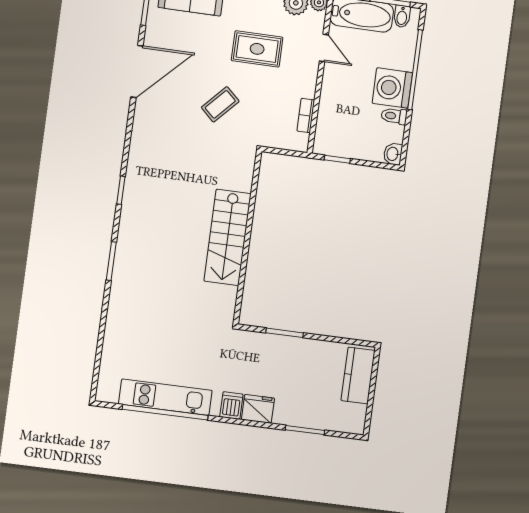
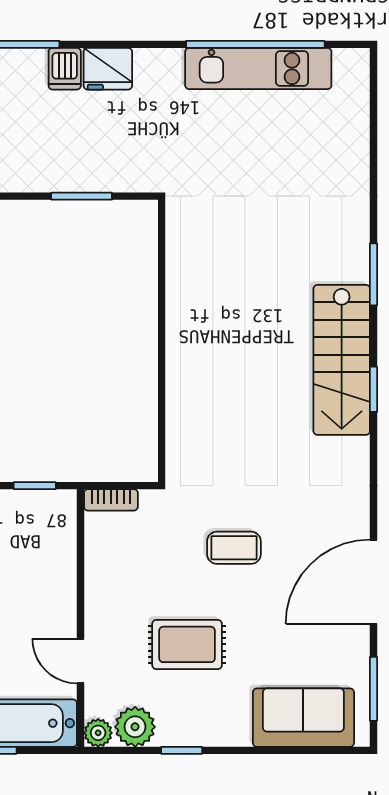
coffee table: (220, 104) -> (234, 548), turned 47
bookcase: (306, 115) -> (111, 500), moved, turned 90
stairs: (228, 237) -> (342, 360), moved, turned 180
dishwasher: (231, 406) -> (65, 69), moved

